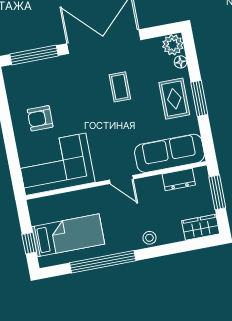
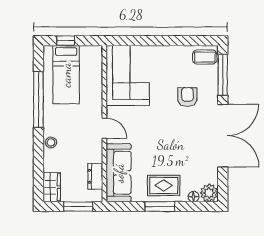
coffee table: (120, 87) -> (205, 57), moved
armchair: (40, 118) -> (187, 97), moved
door: (121, 180) -> (104, 128), swing flipped

